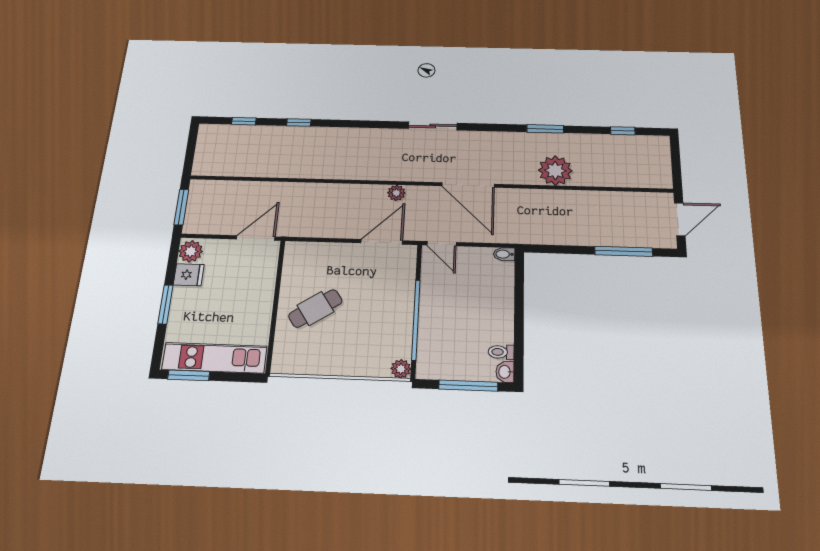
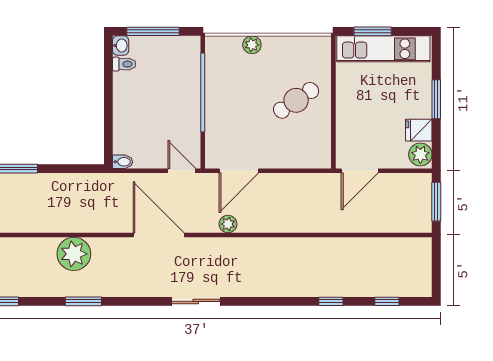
plant: (401, 369) -> (252, 45), moved
window: (189, 375) -> (373, 31), moved

